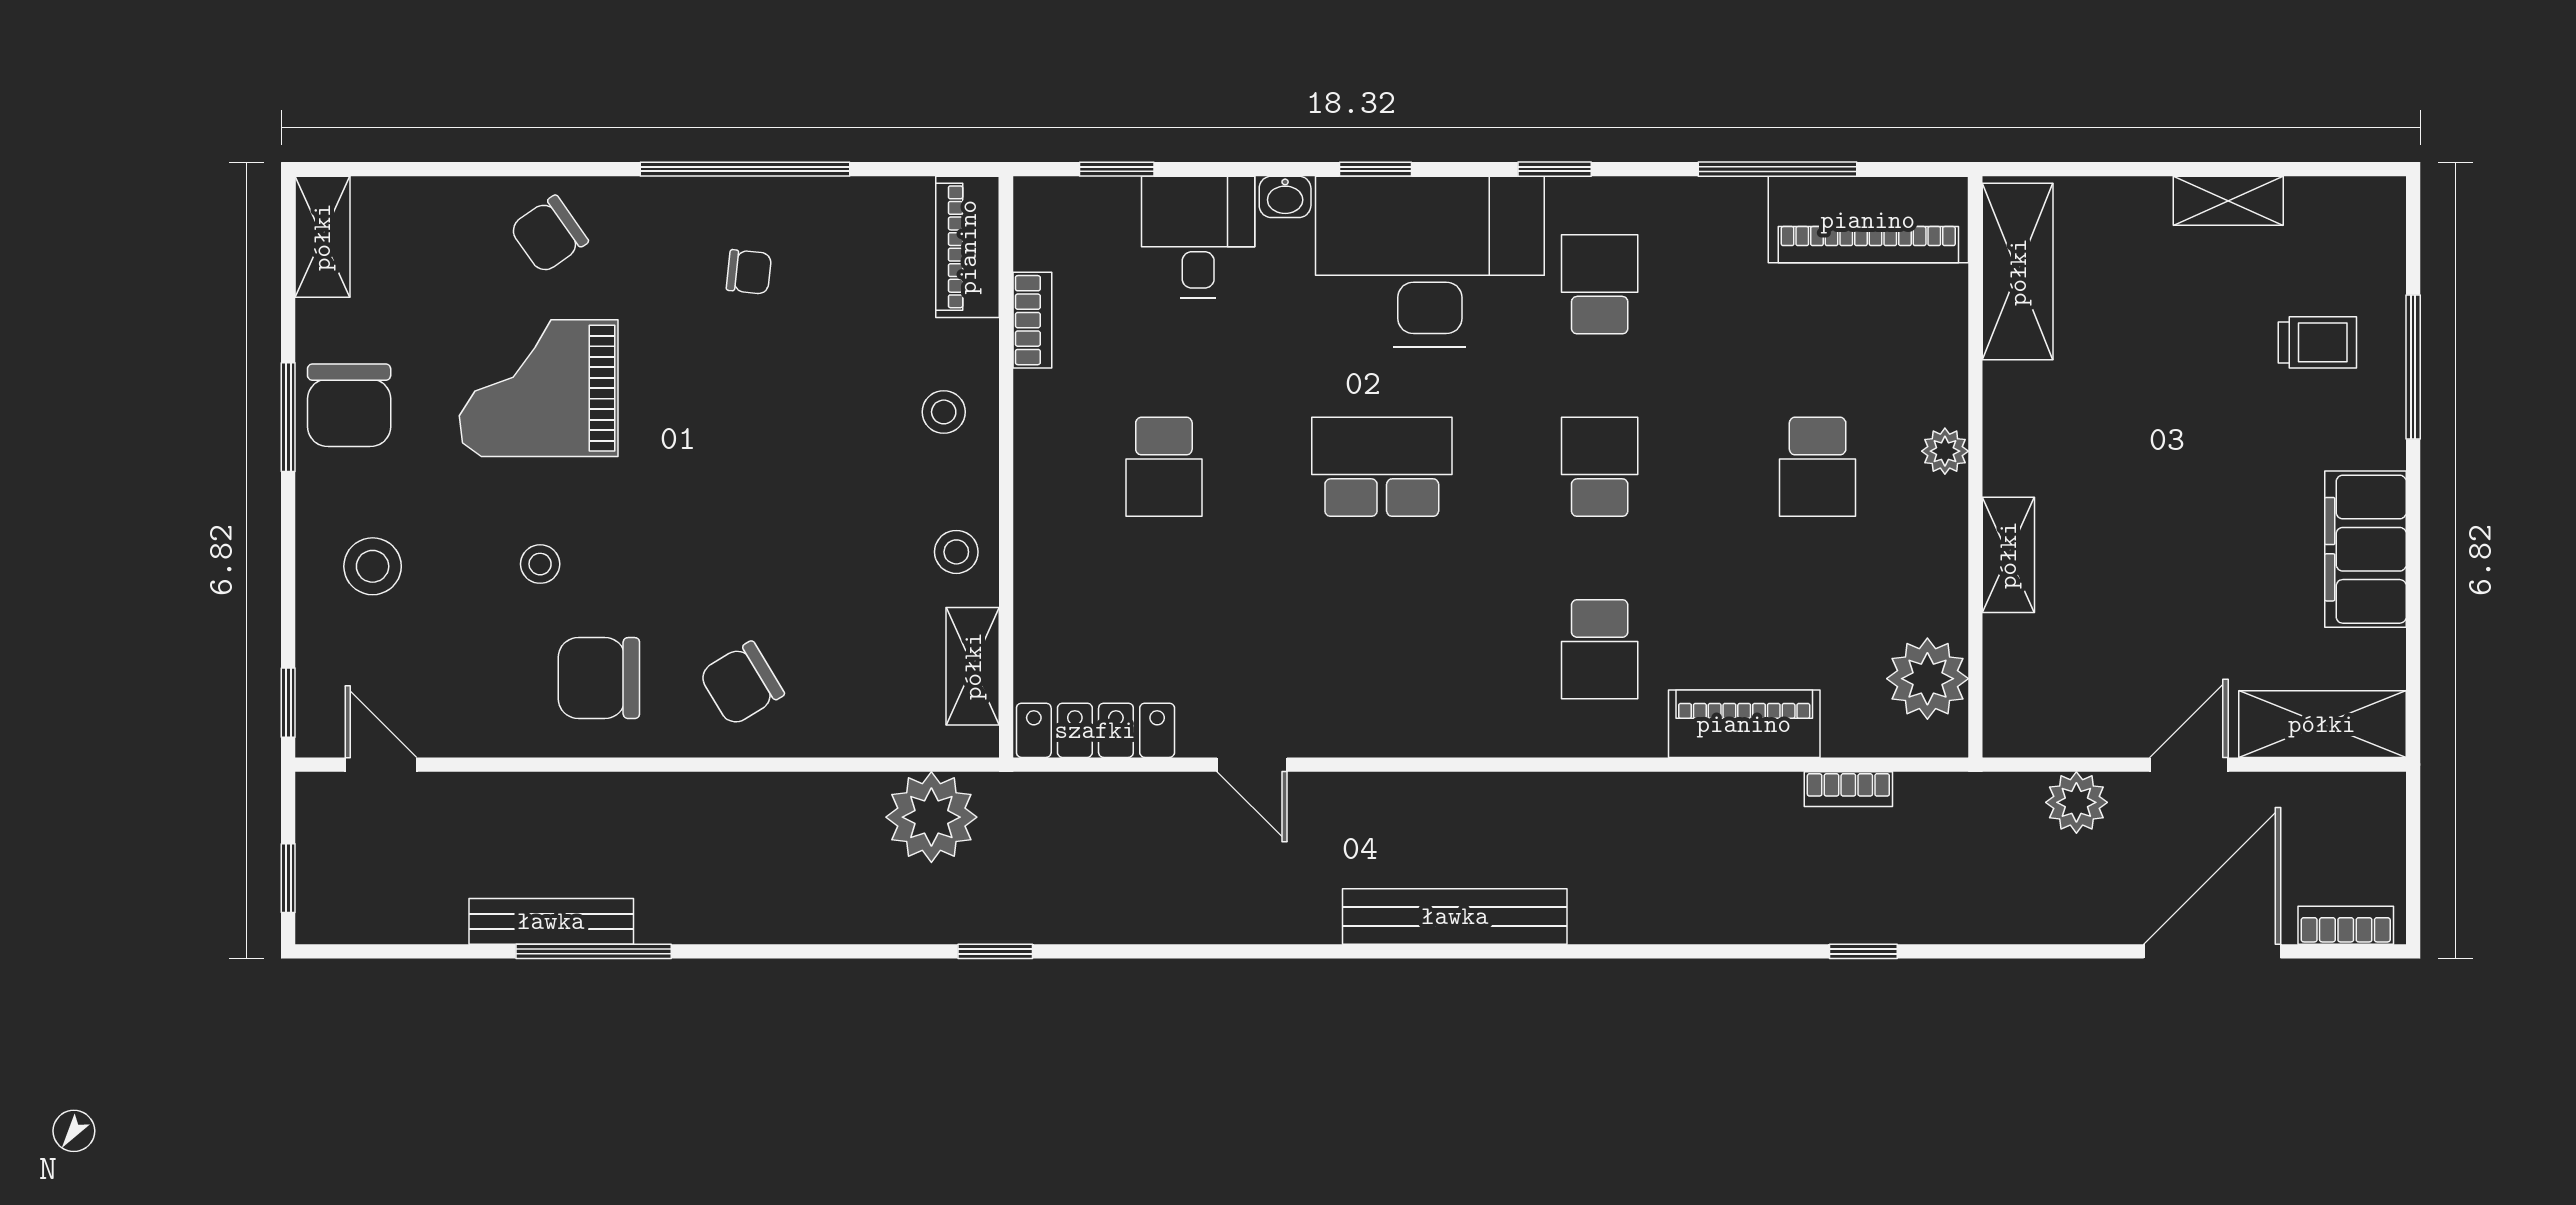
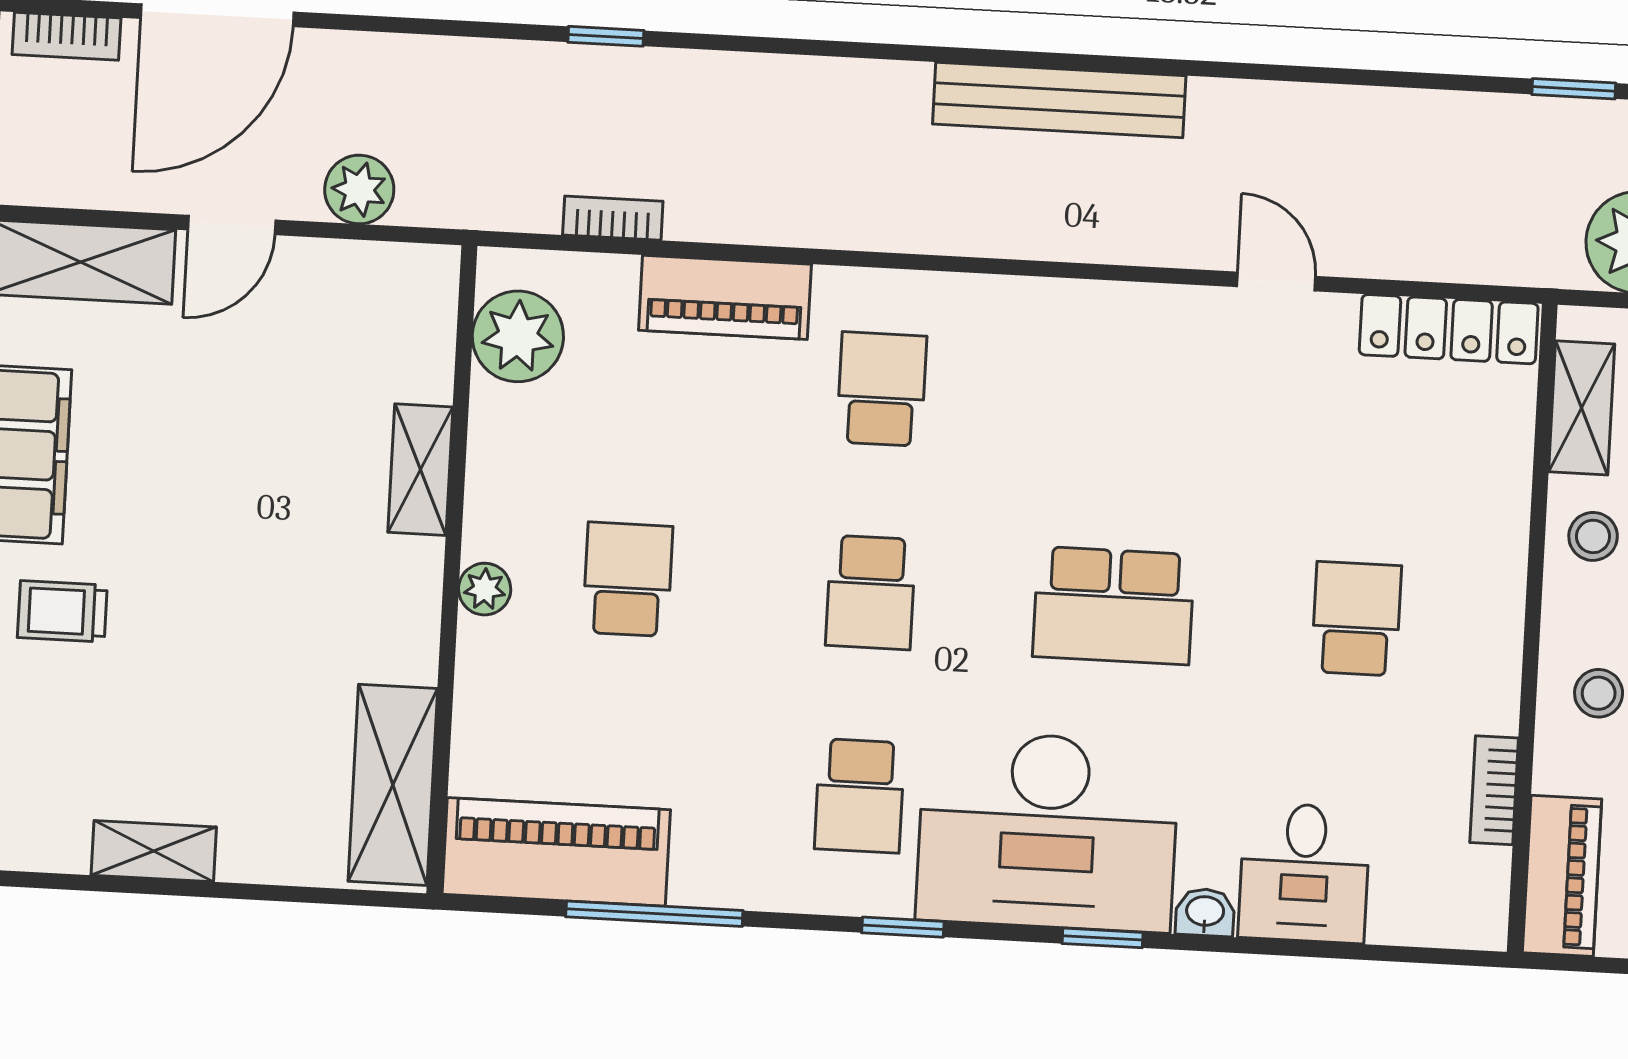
window: (1117, 169) -> (1391, 954), removed
trolley: (2317, 342) -> (62, 611), moved

